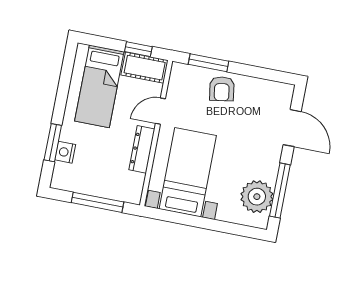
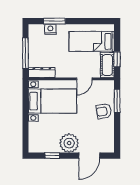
door: (160, 111) -> (84, 79), swing flipped
dresser: (142, 149) -> (42, 72), moved
window: (280, 190) -> (52, 156), width x0.46
plant: (257, 197) -> (69, 143), moved

